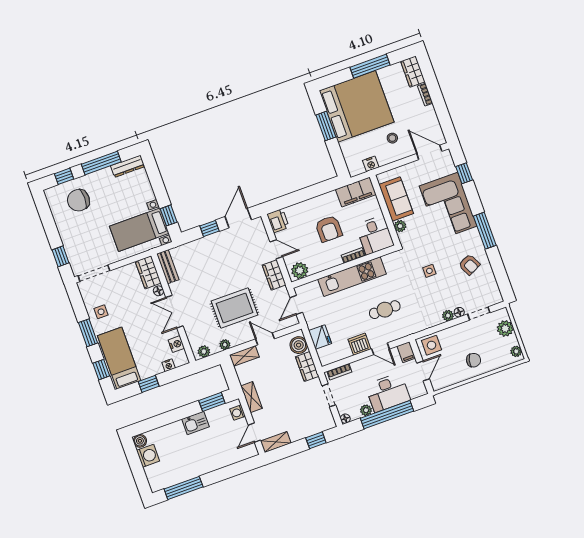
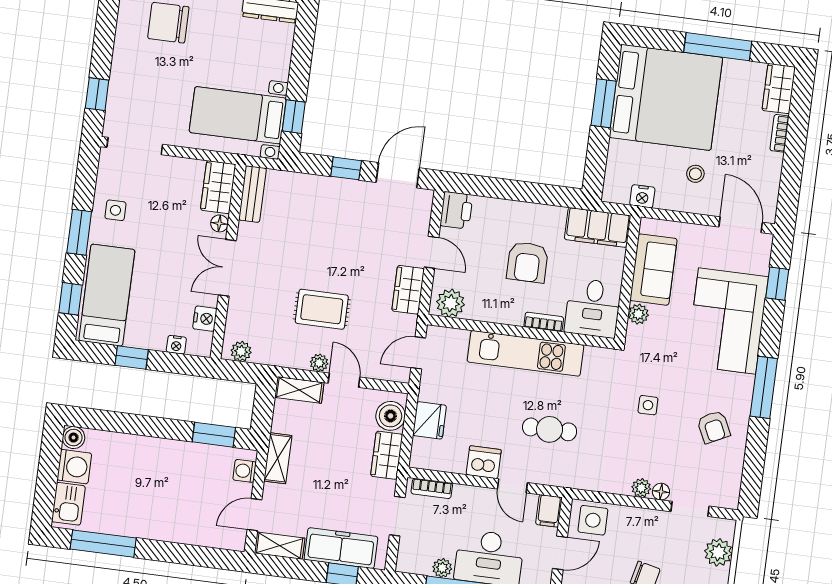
rug: (235, 308) -> (322, 309), width x0.73, depth x0.70
plant: (225, 345) -> (319, 363), moved
floor lamp: (345, 419) -> (404, 565), removed
kitchen sink: (195, 423) -> (68, 504), moved, turned -90
freezer: (308, 427) -> (341, 548), added

